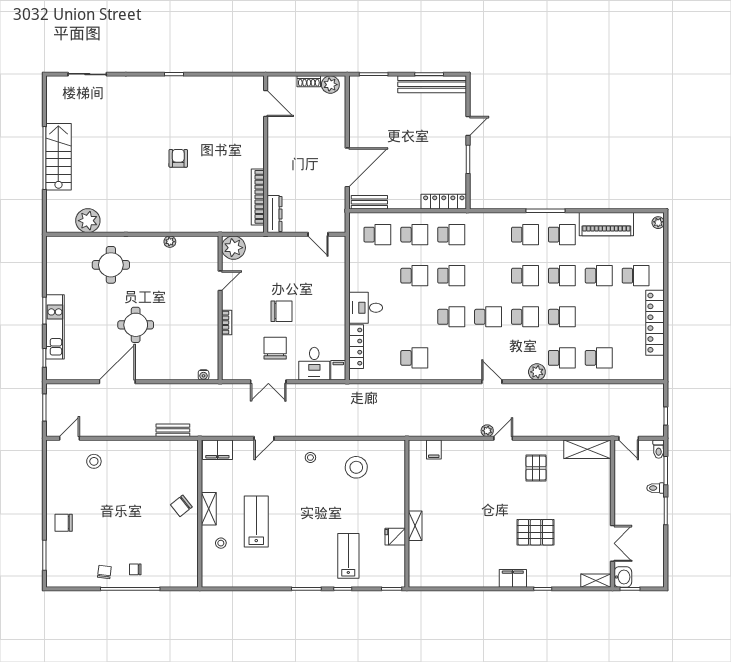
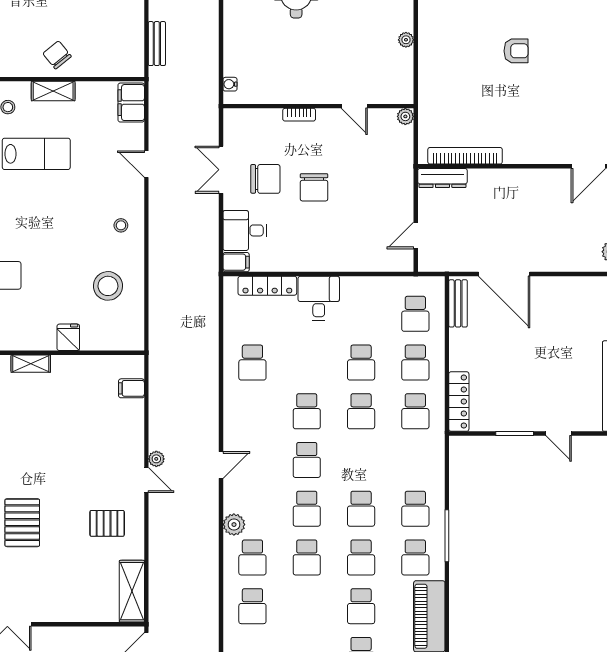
plant: (233, 248) -> (405, 116), width x0.53, depth x0.53
fridge: (395, 537) -> (68, 337), moved

